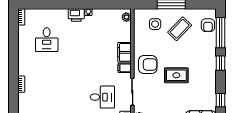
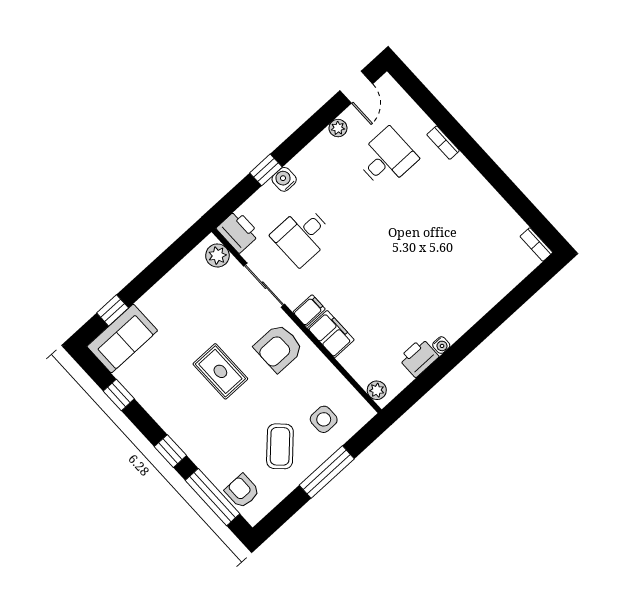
printer: (76, 15) -> (419, 358), moved
desk: (47, 40) -> (387, 158), moved, turned 90
rug: (176, 75) -> (220, 371), turned 90

